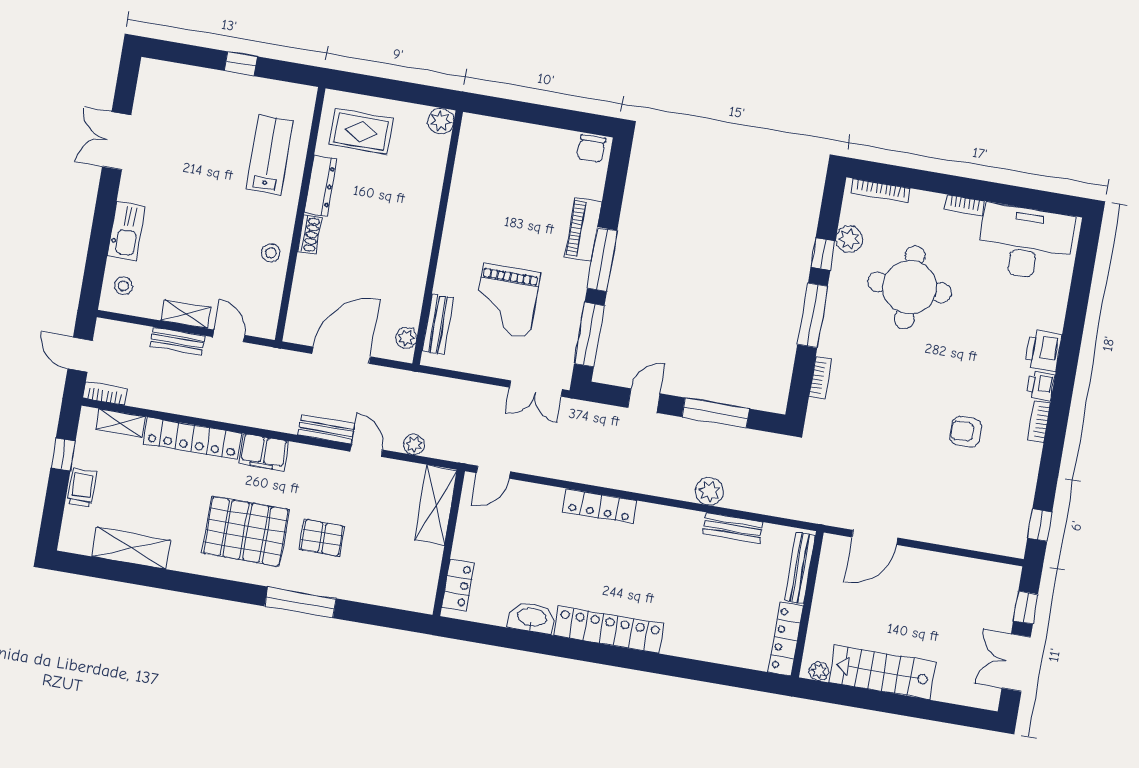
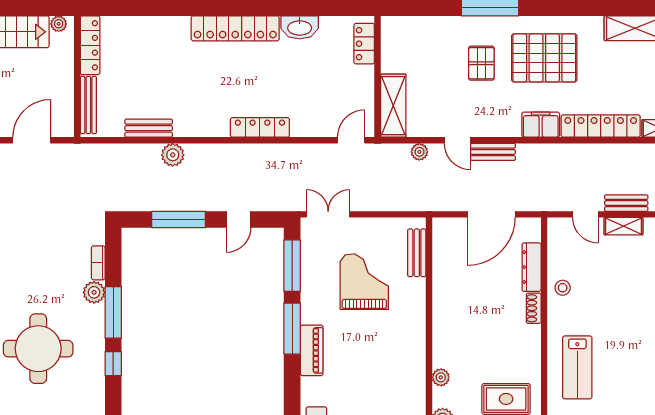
dresser: (320, 186) -> (532, 267), moved
plant: (849, 239) -> (94, 292), moved
plant: (406, 338) -> (441, 377), moved
pallet: (322, 538) -> (481, 63), turned 90

